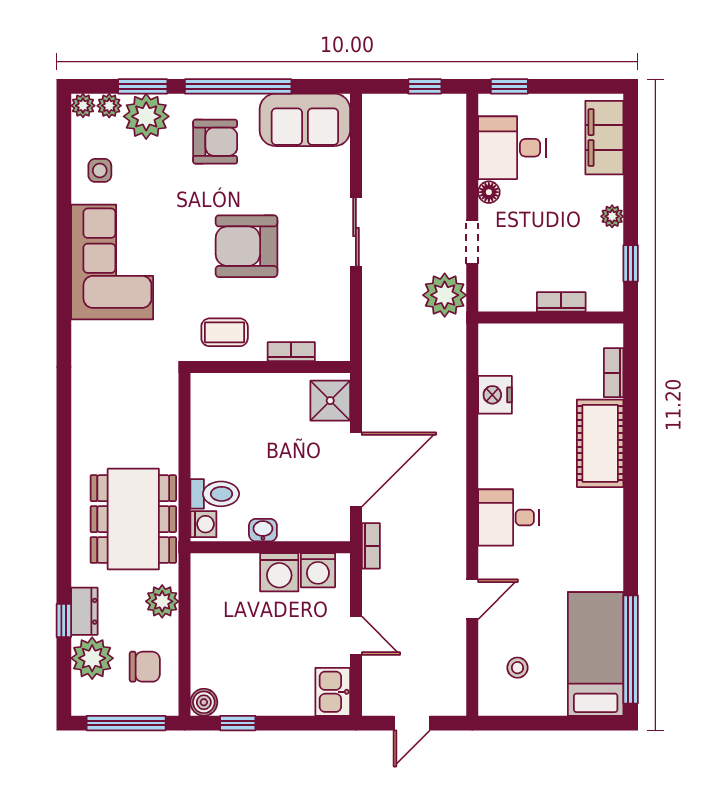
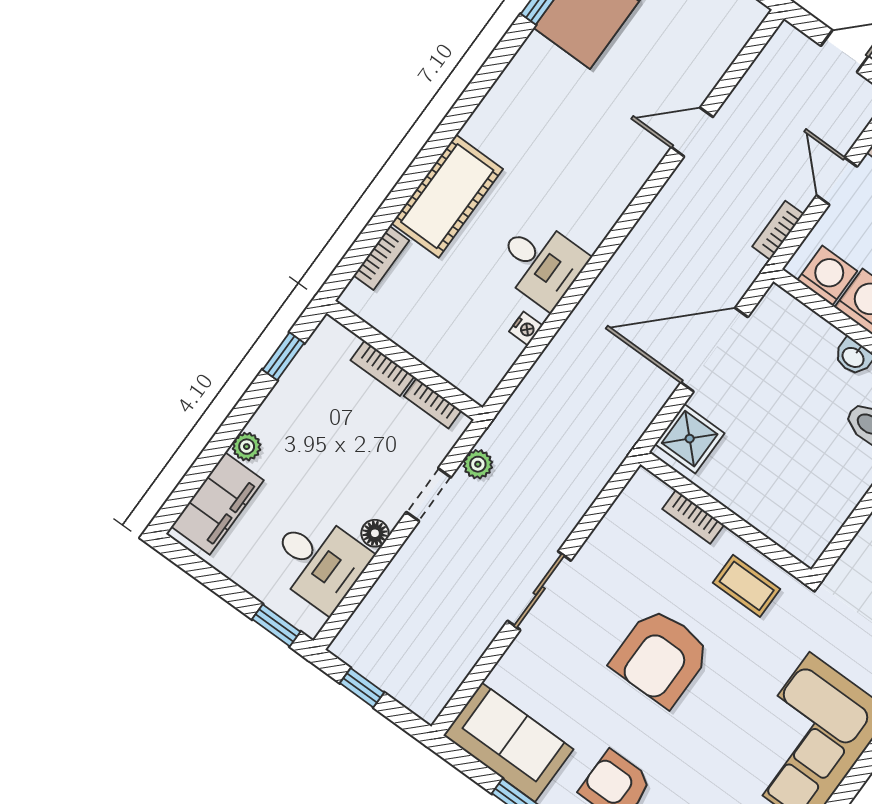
plant: (612, 216) -> (247, 447), moved
armchair: (246, 246) -> (661, 657), turned 90
plant: (445, 295) -> (478, 464), width x0.53, depth x0.53
bookcase: (512, 303) -> (433, 403), added
nightstand: (495, 395) -> (526, 328), width x0.53, depth x0.56
desk: (508, 517) -> (541, 263), moved
bookcase: (371, 546) -> (778, 230), moved
stool: (517, 668) -> (697, 29), removed

